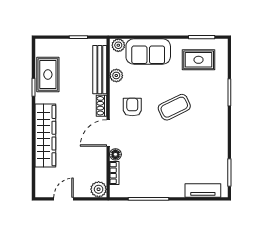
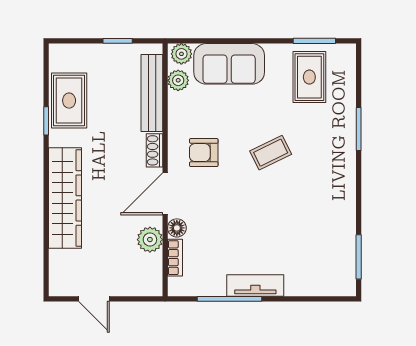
rug: (199, 60) -> (309, 77), turned 90
plant: (116, 75) -> (178, 80), moved
armchair: (132, 107) -> (204, 153), turned -90
coffee table: (174, 107) -> (271, 153), width x0.73, depth x0.77
plant: (99, 189) -> (150, 240), moved
tv unit: (203, 190) -> (255, 286), moved
door: (64, 199) -> (94, 299), swing flipped

